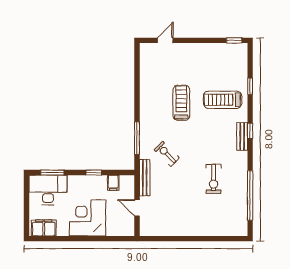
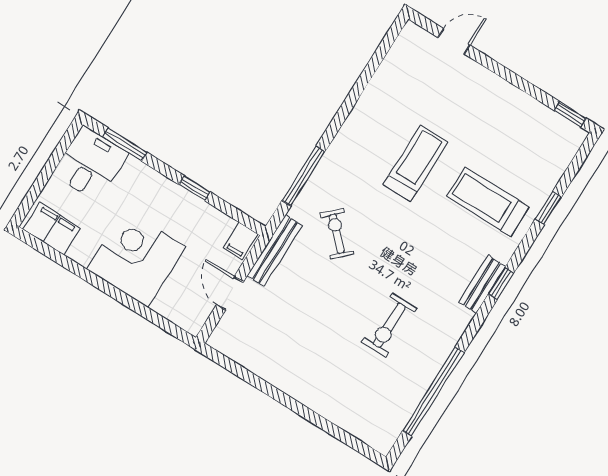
filing cabinet: (113, 183) -> (241, 241), moved
desk: (48, 190) -> (90, 164), width x0.73

